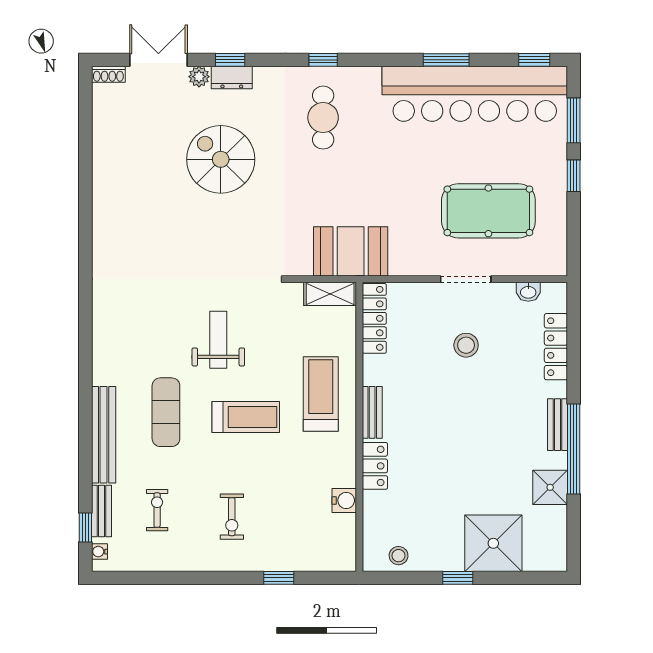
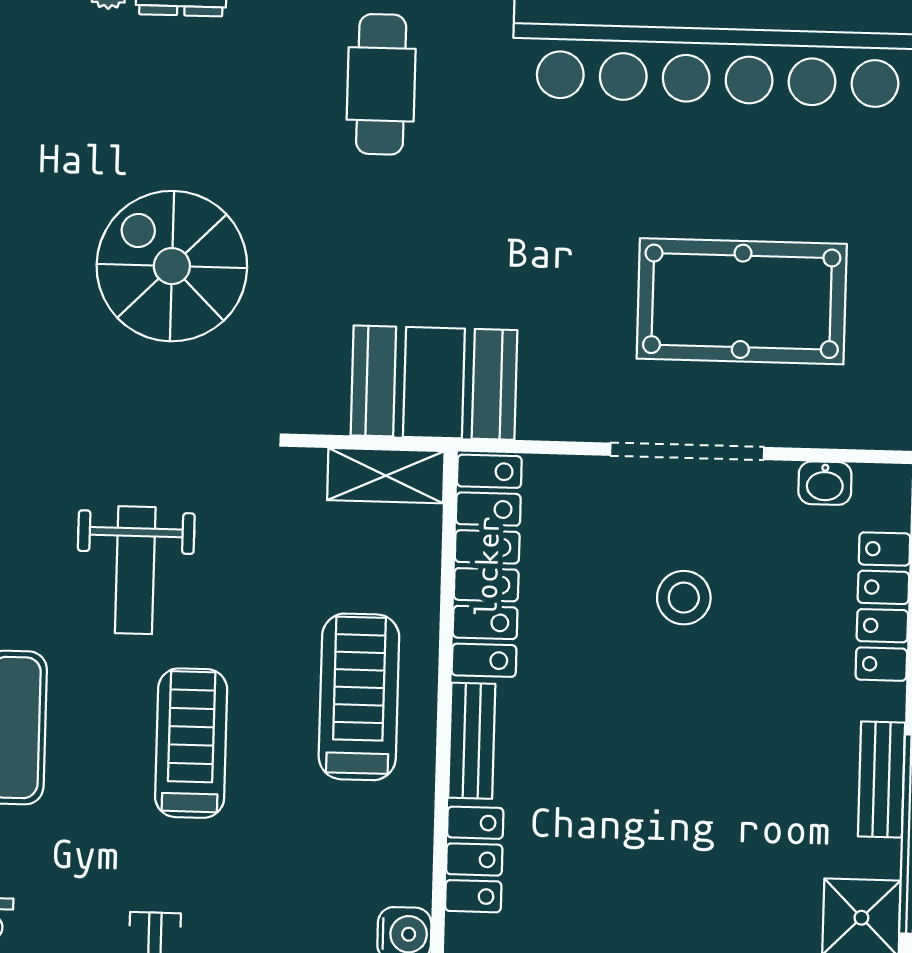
spiral stairs: (221, 159) -> (172, 266), moved
doorway: (466, 279) -> (687, 451), width x1.36
locker: (374, 318) -> (487, 566), width x1.41, depth x1.21
weight bench: (218, 340) -> (135, 570), turned 180
treadmill: (246, 417) -> (191, 743), turned -90

